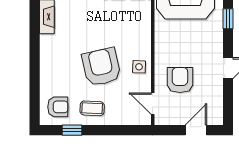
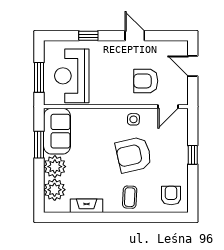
coffee table: (92, 108) -> (130, 197), moved
window: (72, 130) -> (193, 155), moved

